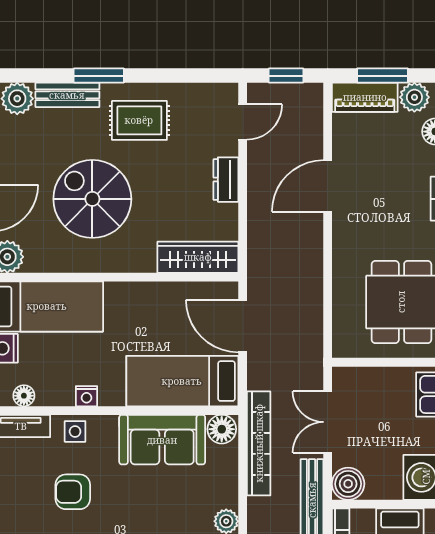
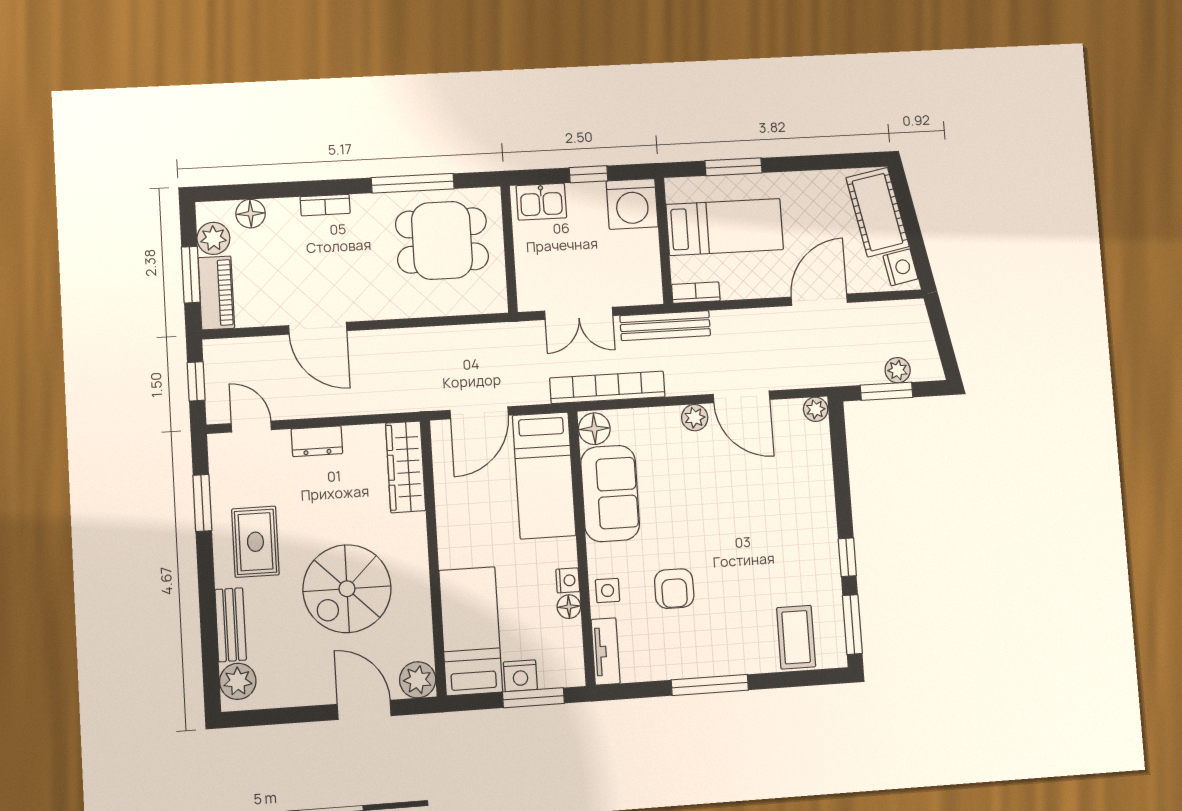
window: (99, 76) -> (202, 503), moved
floor lamp: (24, 396) -> (569, 607), moved
boiler: (348, 484) -> (645, 287), removed

